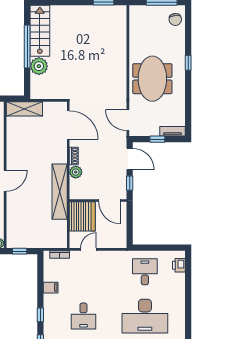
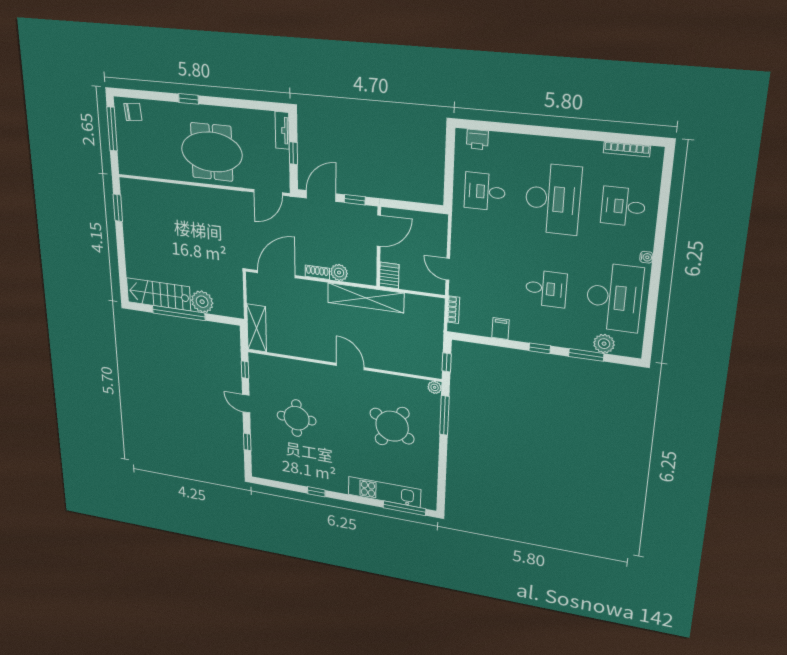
server rack: (82, 216) -> (389, 275), width x0.46, depth x0.70

